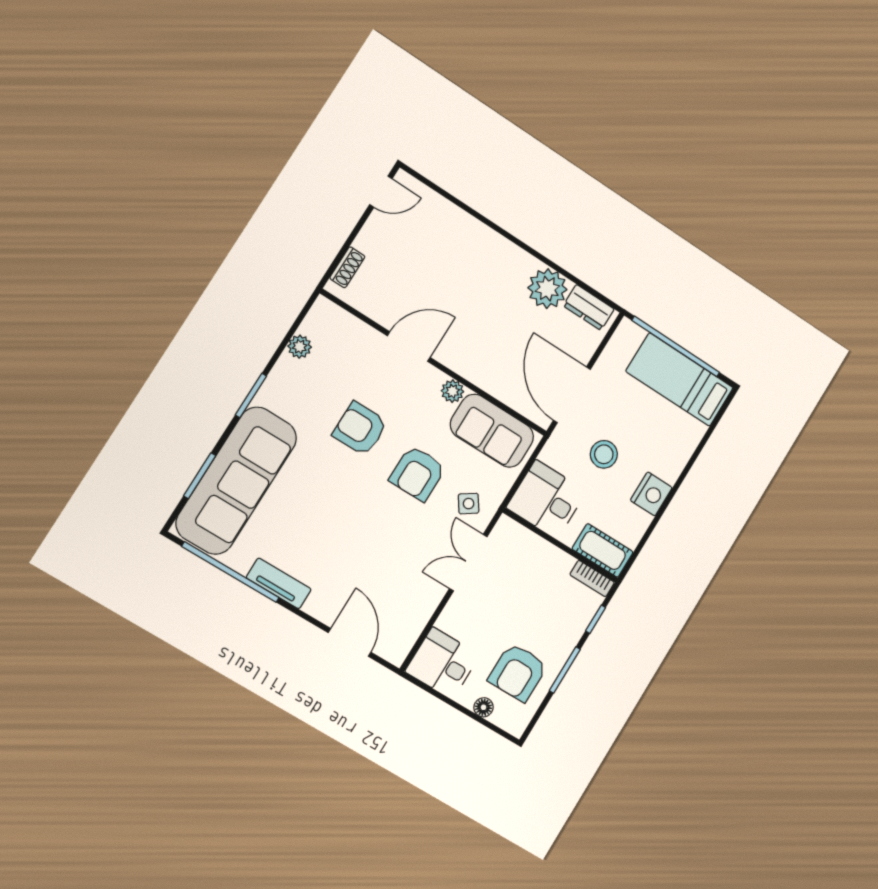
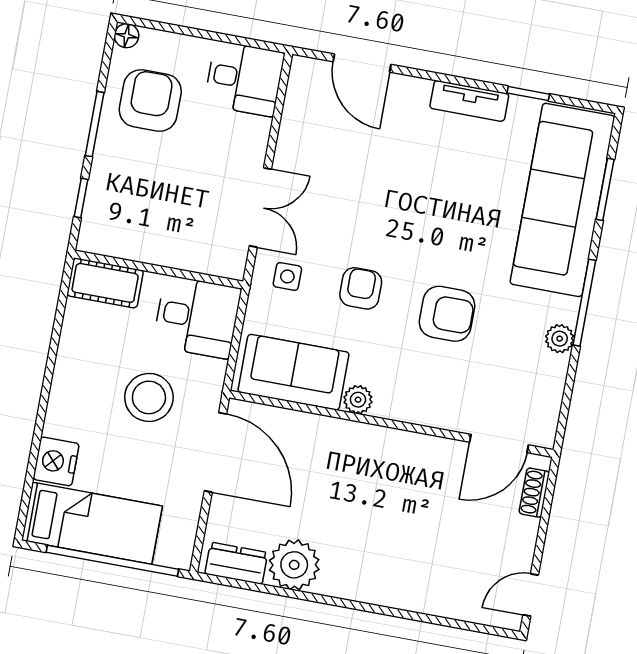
plant: (300, 347) -> (560, 339), moved
door: (409, 347) -> (499, 444), moved
window: (251, 395) -> (584, 303), width x1.44
stool: (604, 454) -> (149, 397), width x1.38, depth x1.38
armchair: (418, 473) -> (361, 288), width x0.72, depth x0.72
nightstand: (651, 494) -> (56, 461), moved
side table: (469, 504) -> (287, 276), turned 34
window: (231, 572) -> (528, 94), width x0.32
bookcase: (592, 578) -> (105, 245), removed
floor lamp: (484, 707) -> (127, 36), moved

